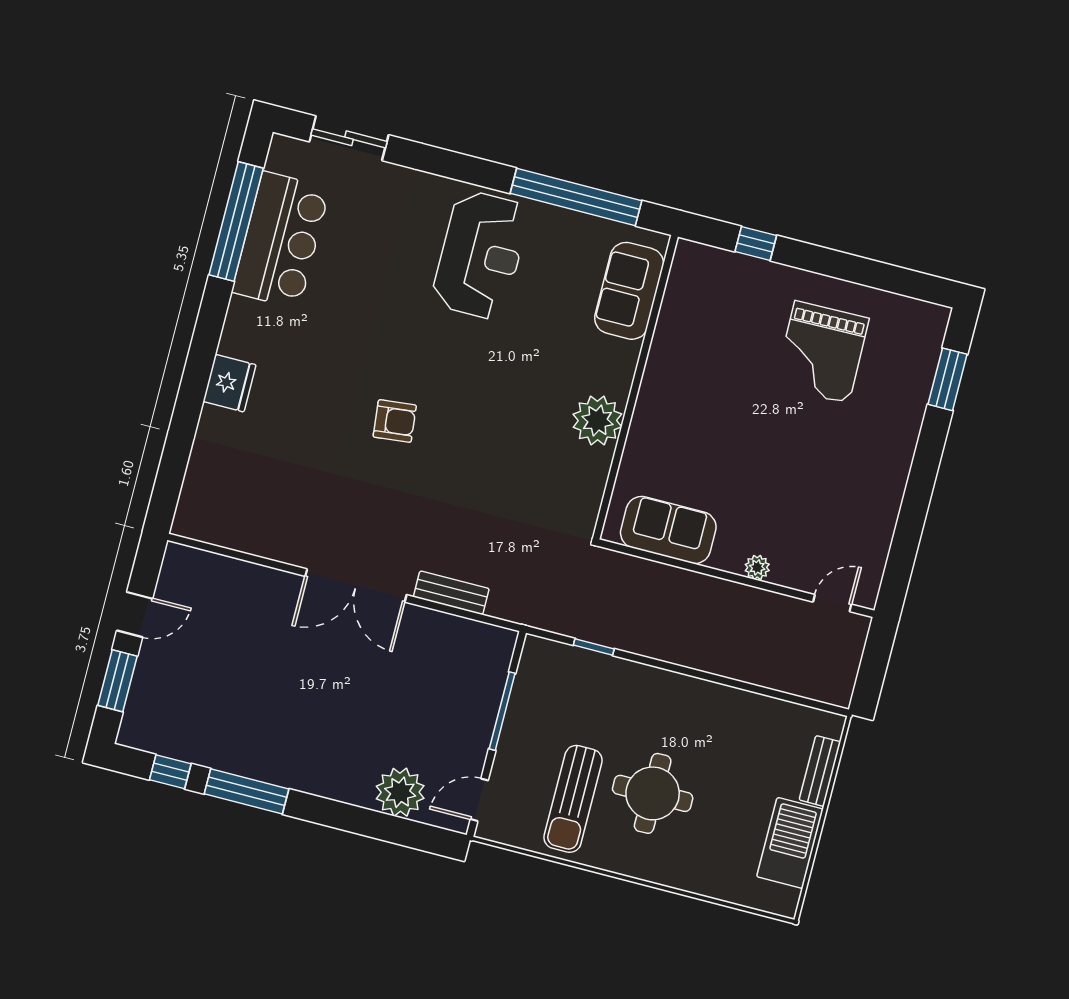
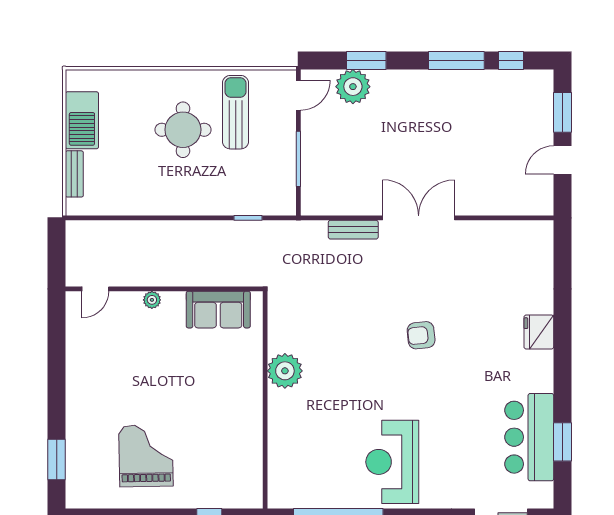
window: (236, 222) -> (562, 442), width x0.47
sofa: (629, 291) -> (286, 464), removed
window: (372, 824) -> (366, 60), added

